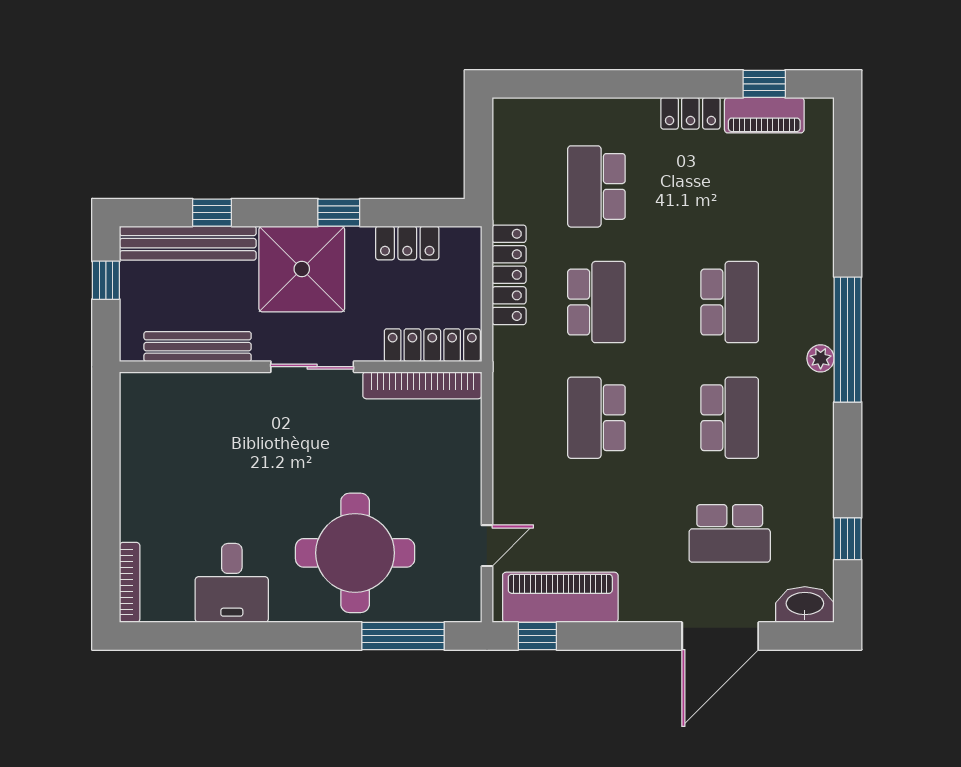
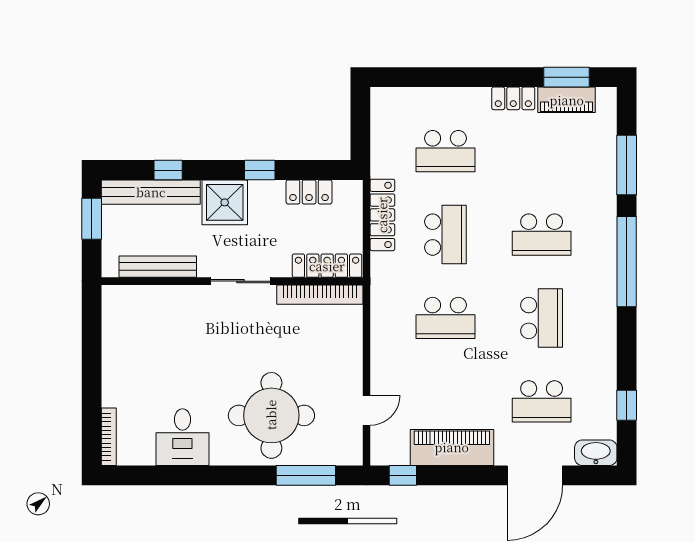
window: (764, 84) -> (566, 77), width x1.50
school desk: (596, 186) -> (445, 151), turned -90
window: (848, 206) -> (627, 165), added
shower: (302, 269) -> (225, 202), width x0.73, depth x0.73
window: (106, 280) -> (92, 219), width x1.50
school desk: (730, 302) -> (542, 235), turned 90
plant: (821, 358) -> (607, 275), removed
school desk: (596, 418) -> (445, 318), turned -90
piano: (560, 597) -> (452, 447), moved

